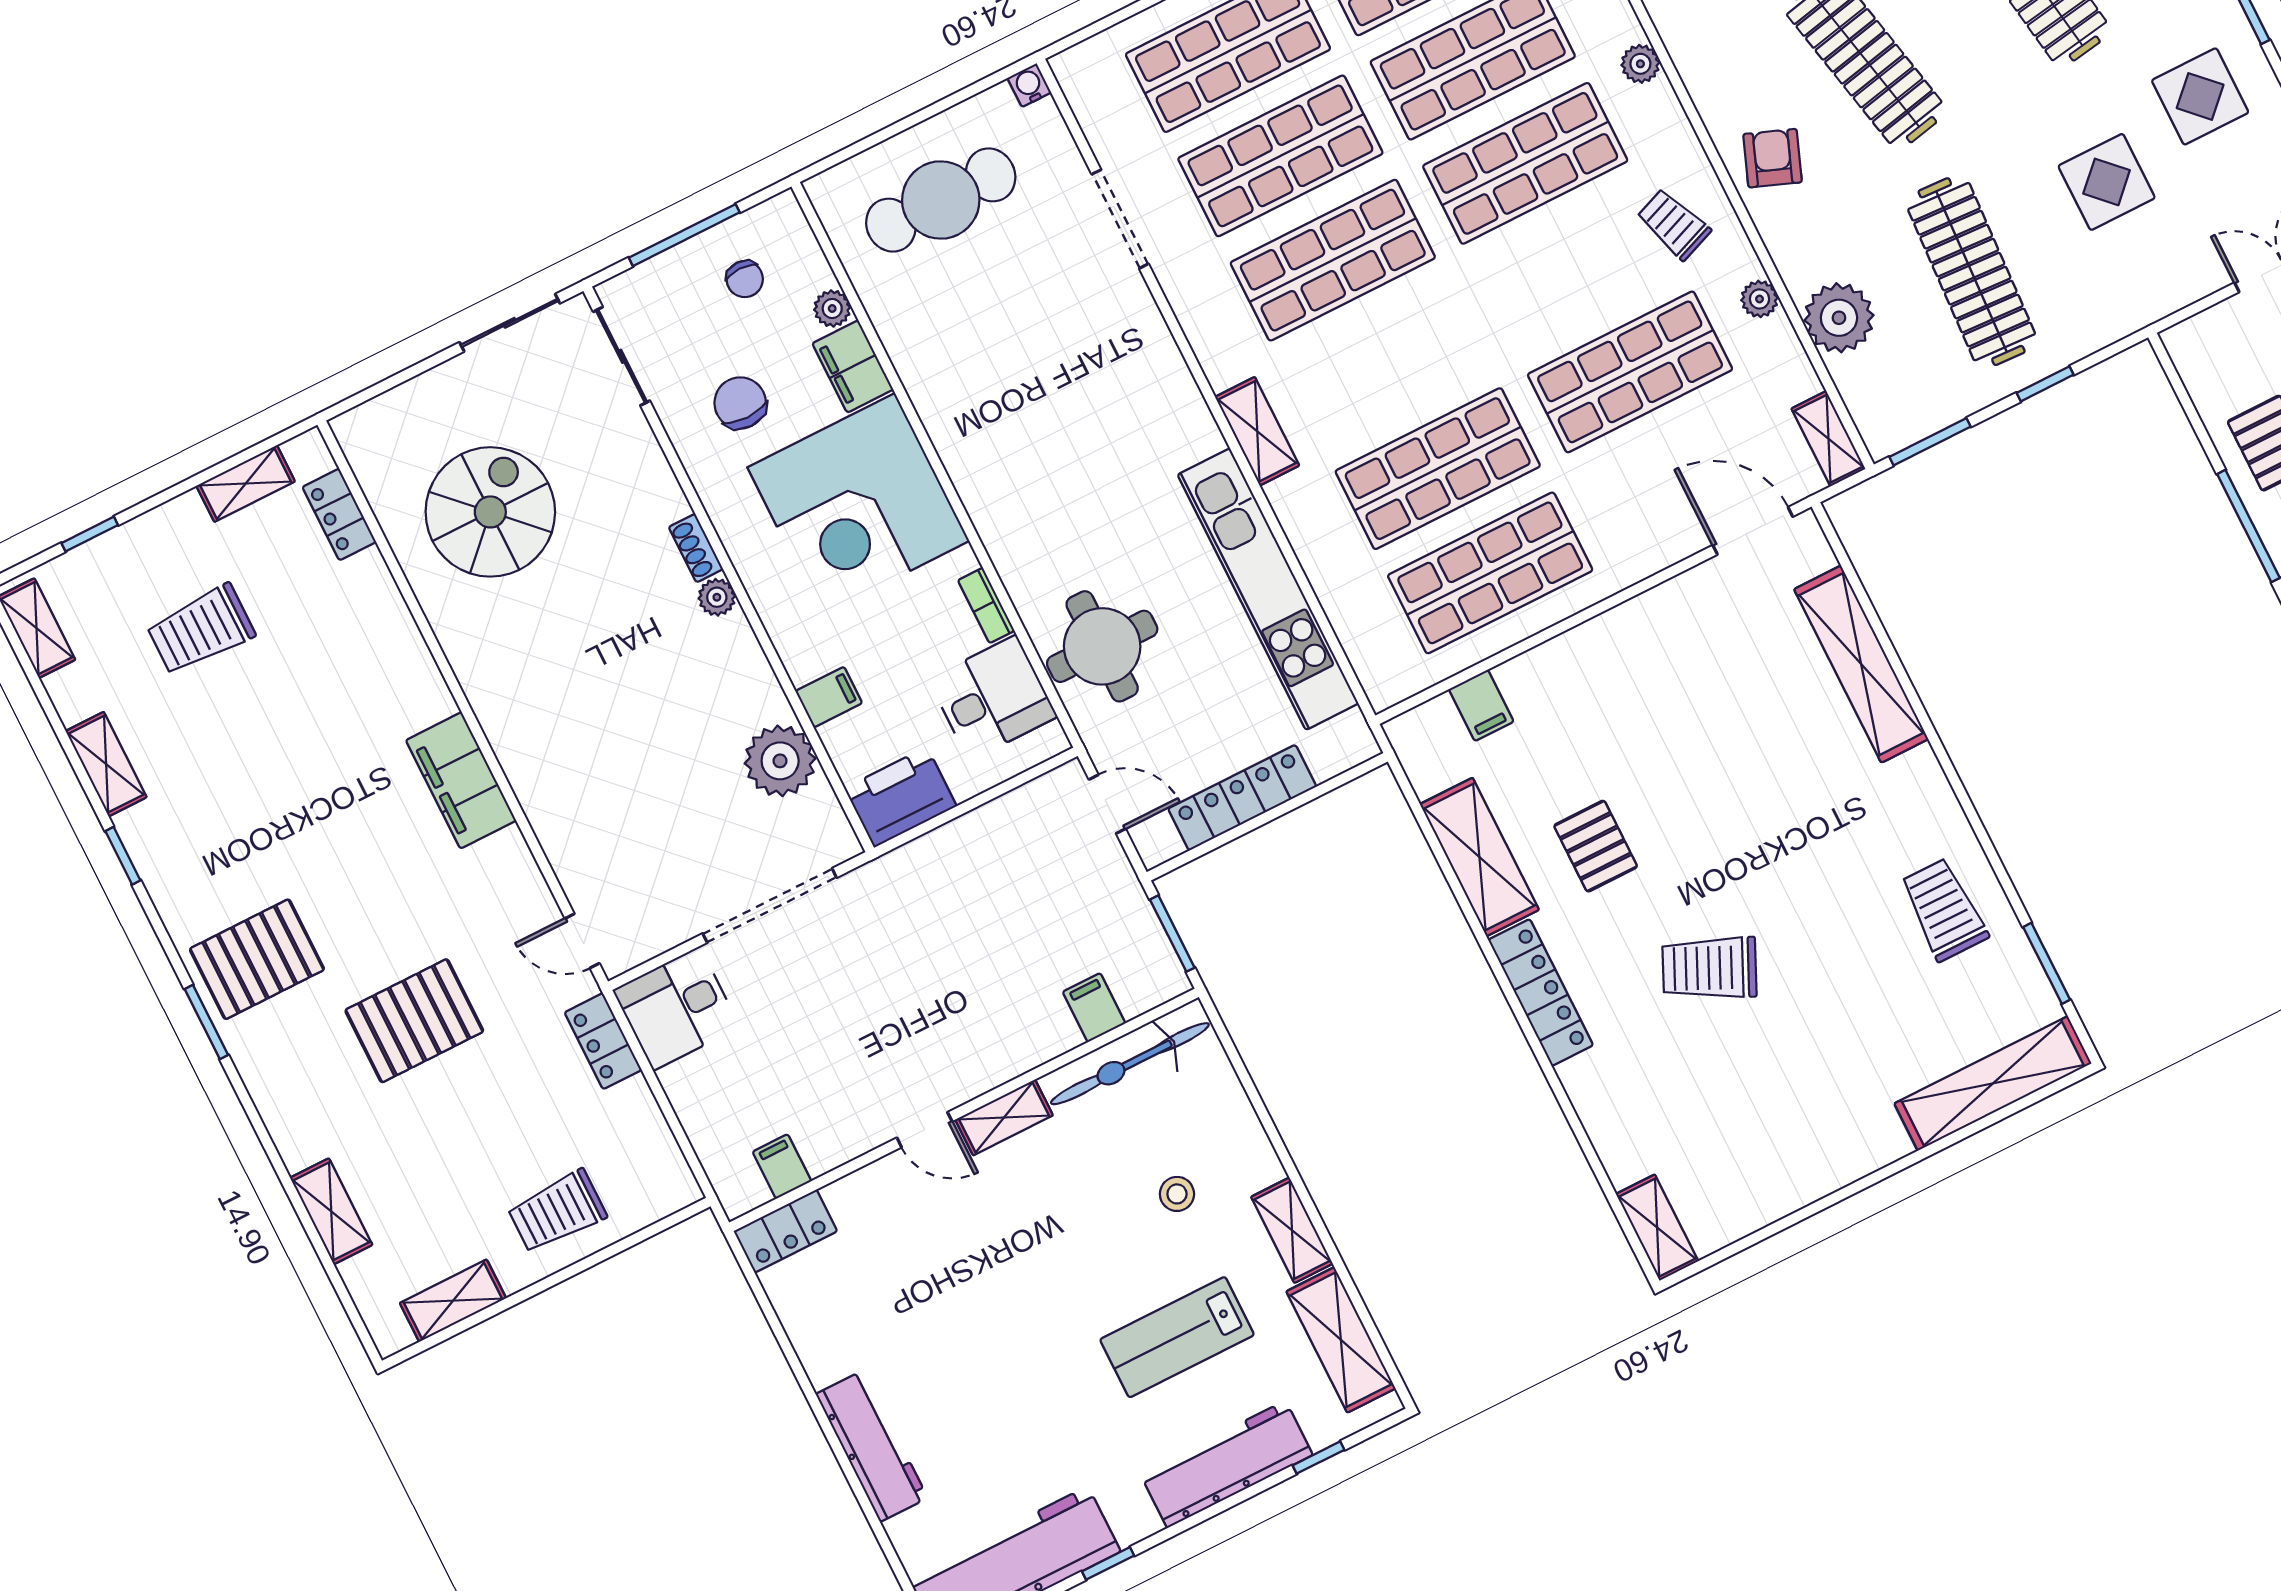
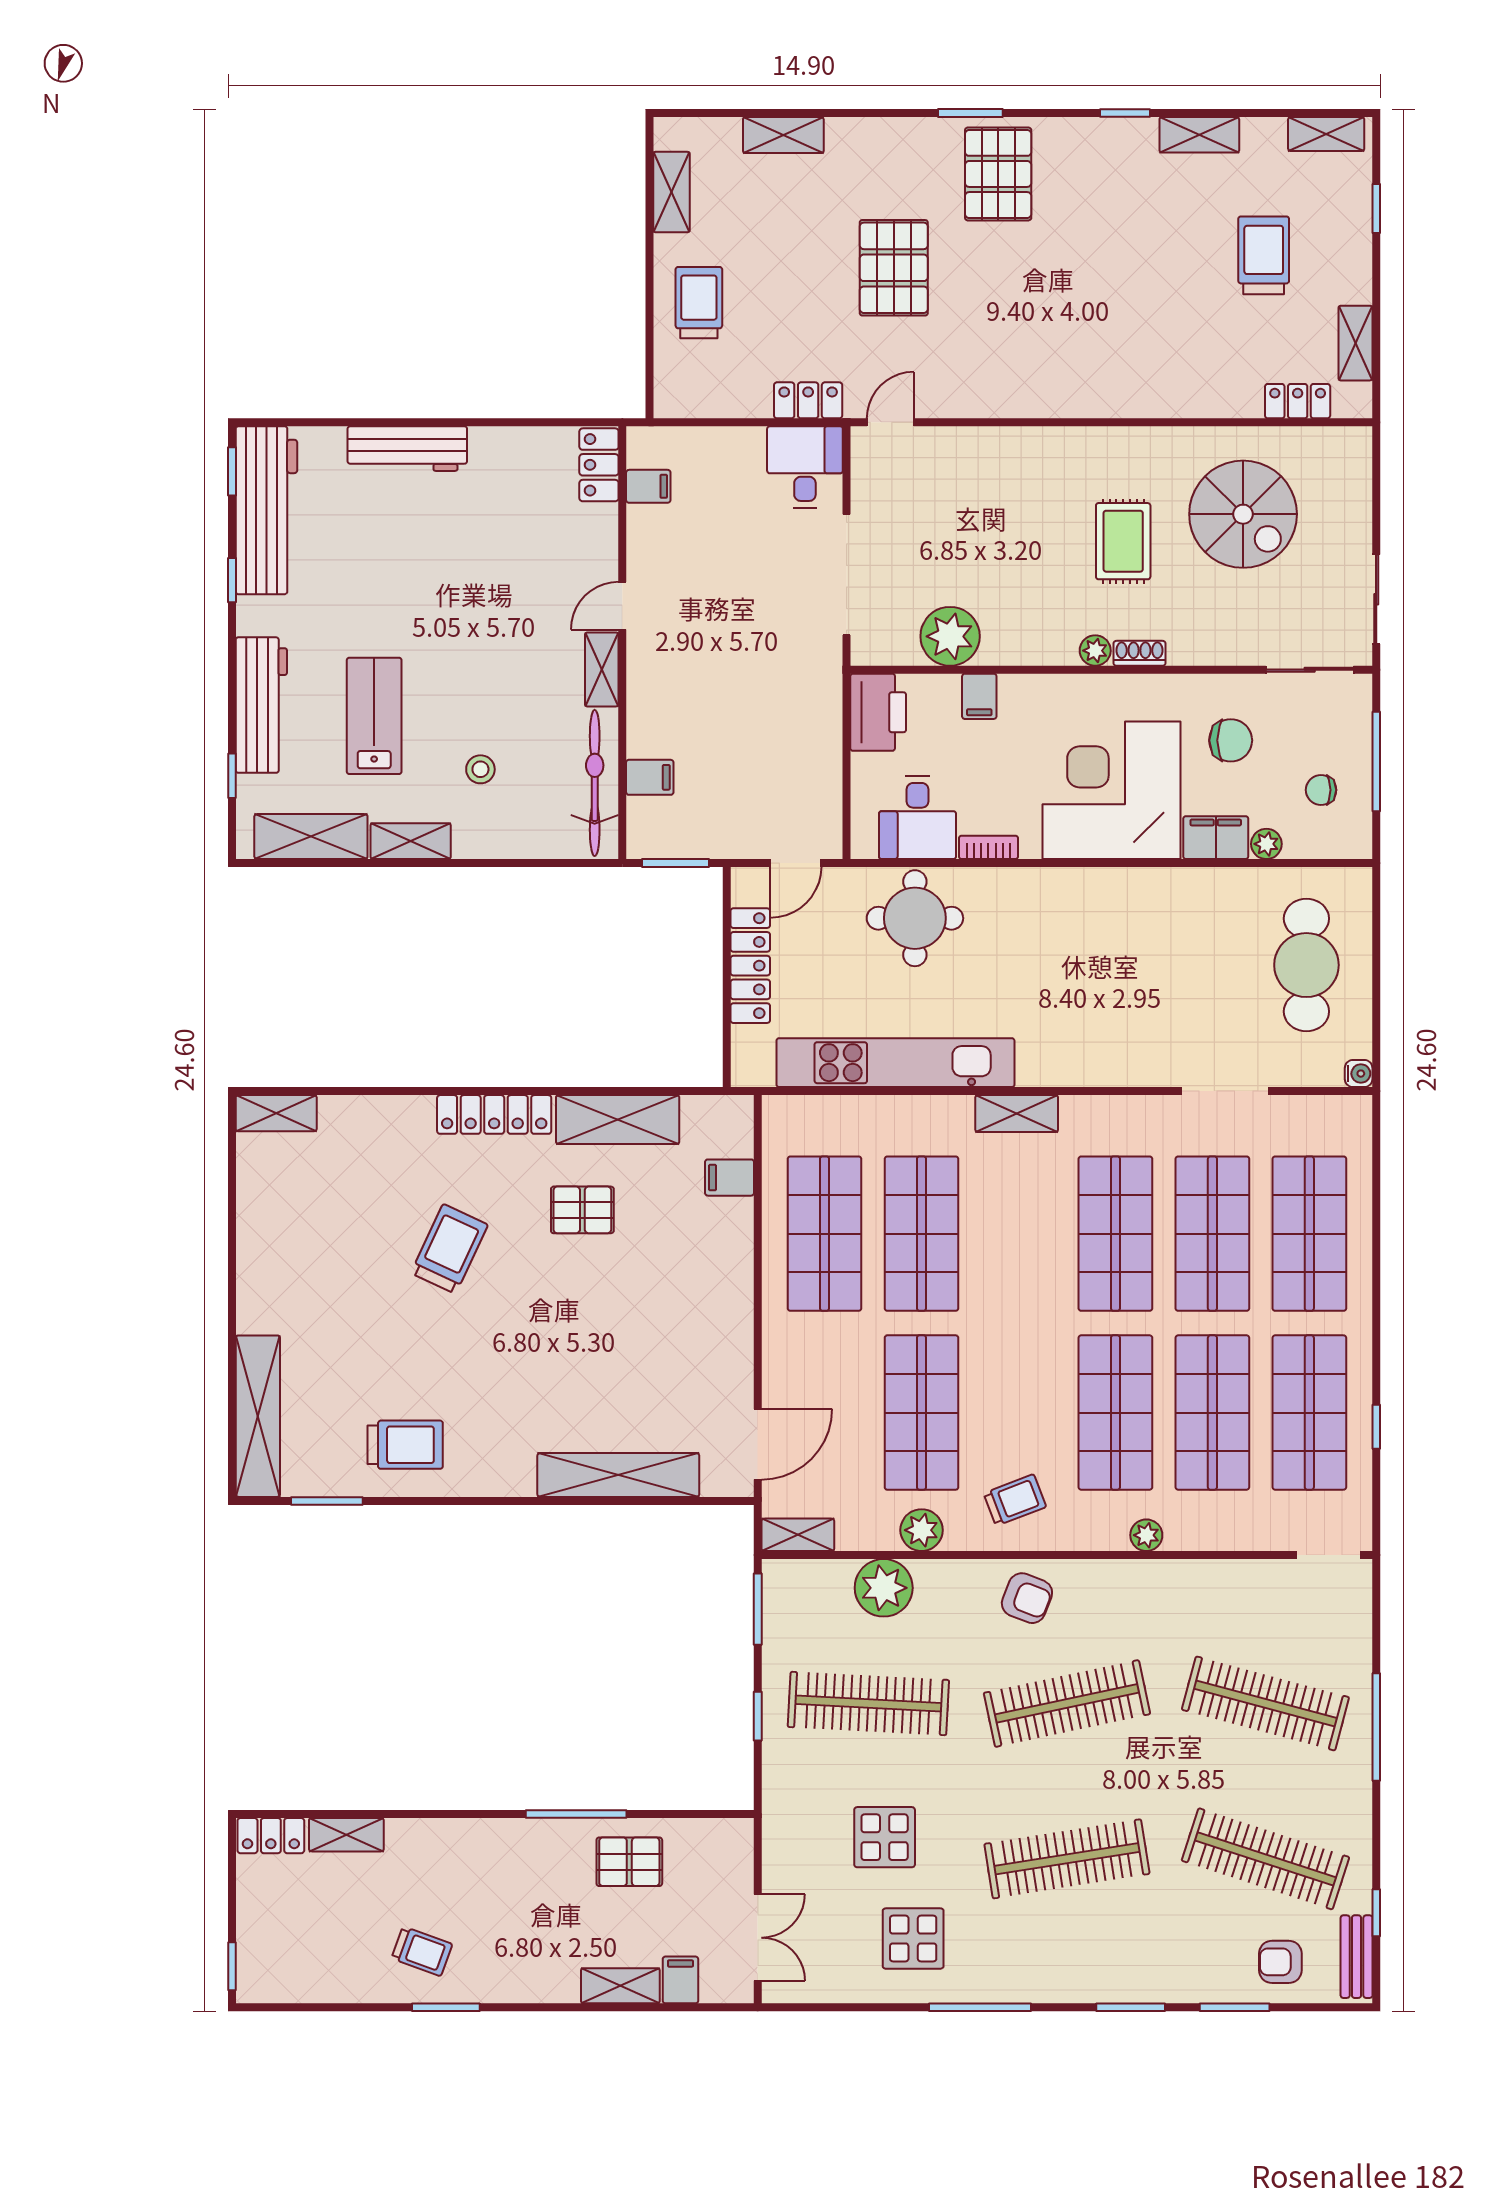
plant: (1760, 299) -> (922, 1530), width x1.38, depth x1.38
rug: (584, 626) -> (1123, 541), added
filing cabinet: (461, 780) -> (1055, 392), removed

